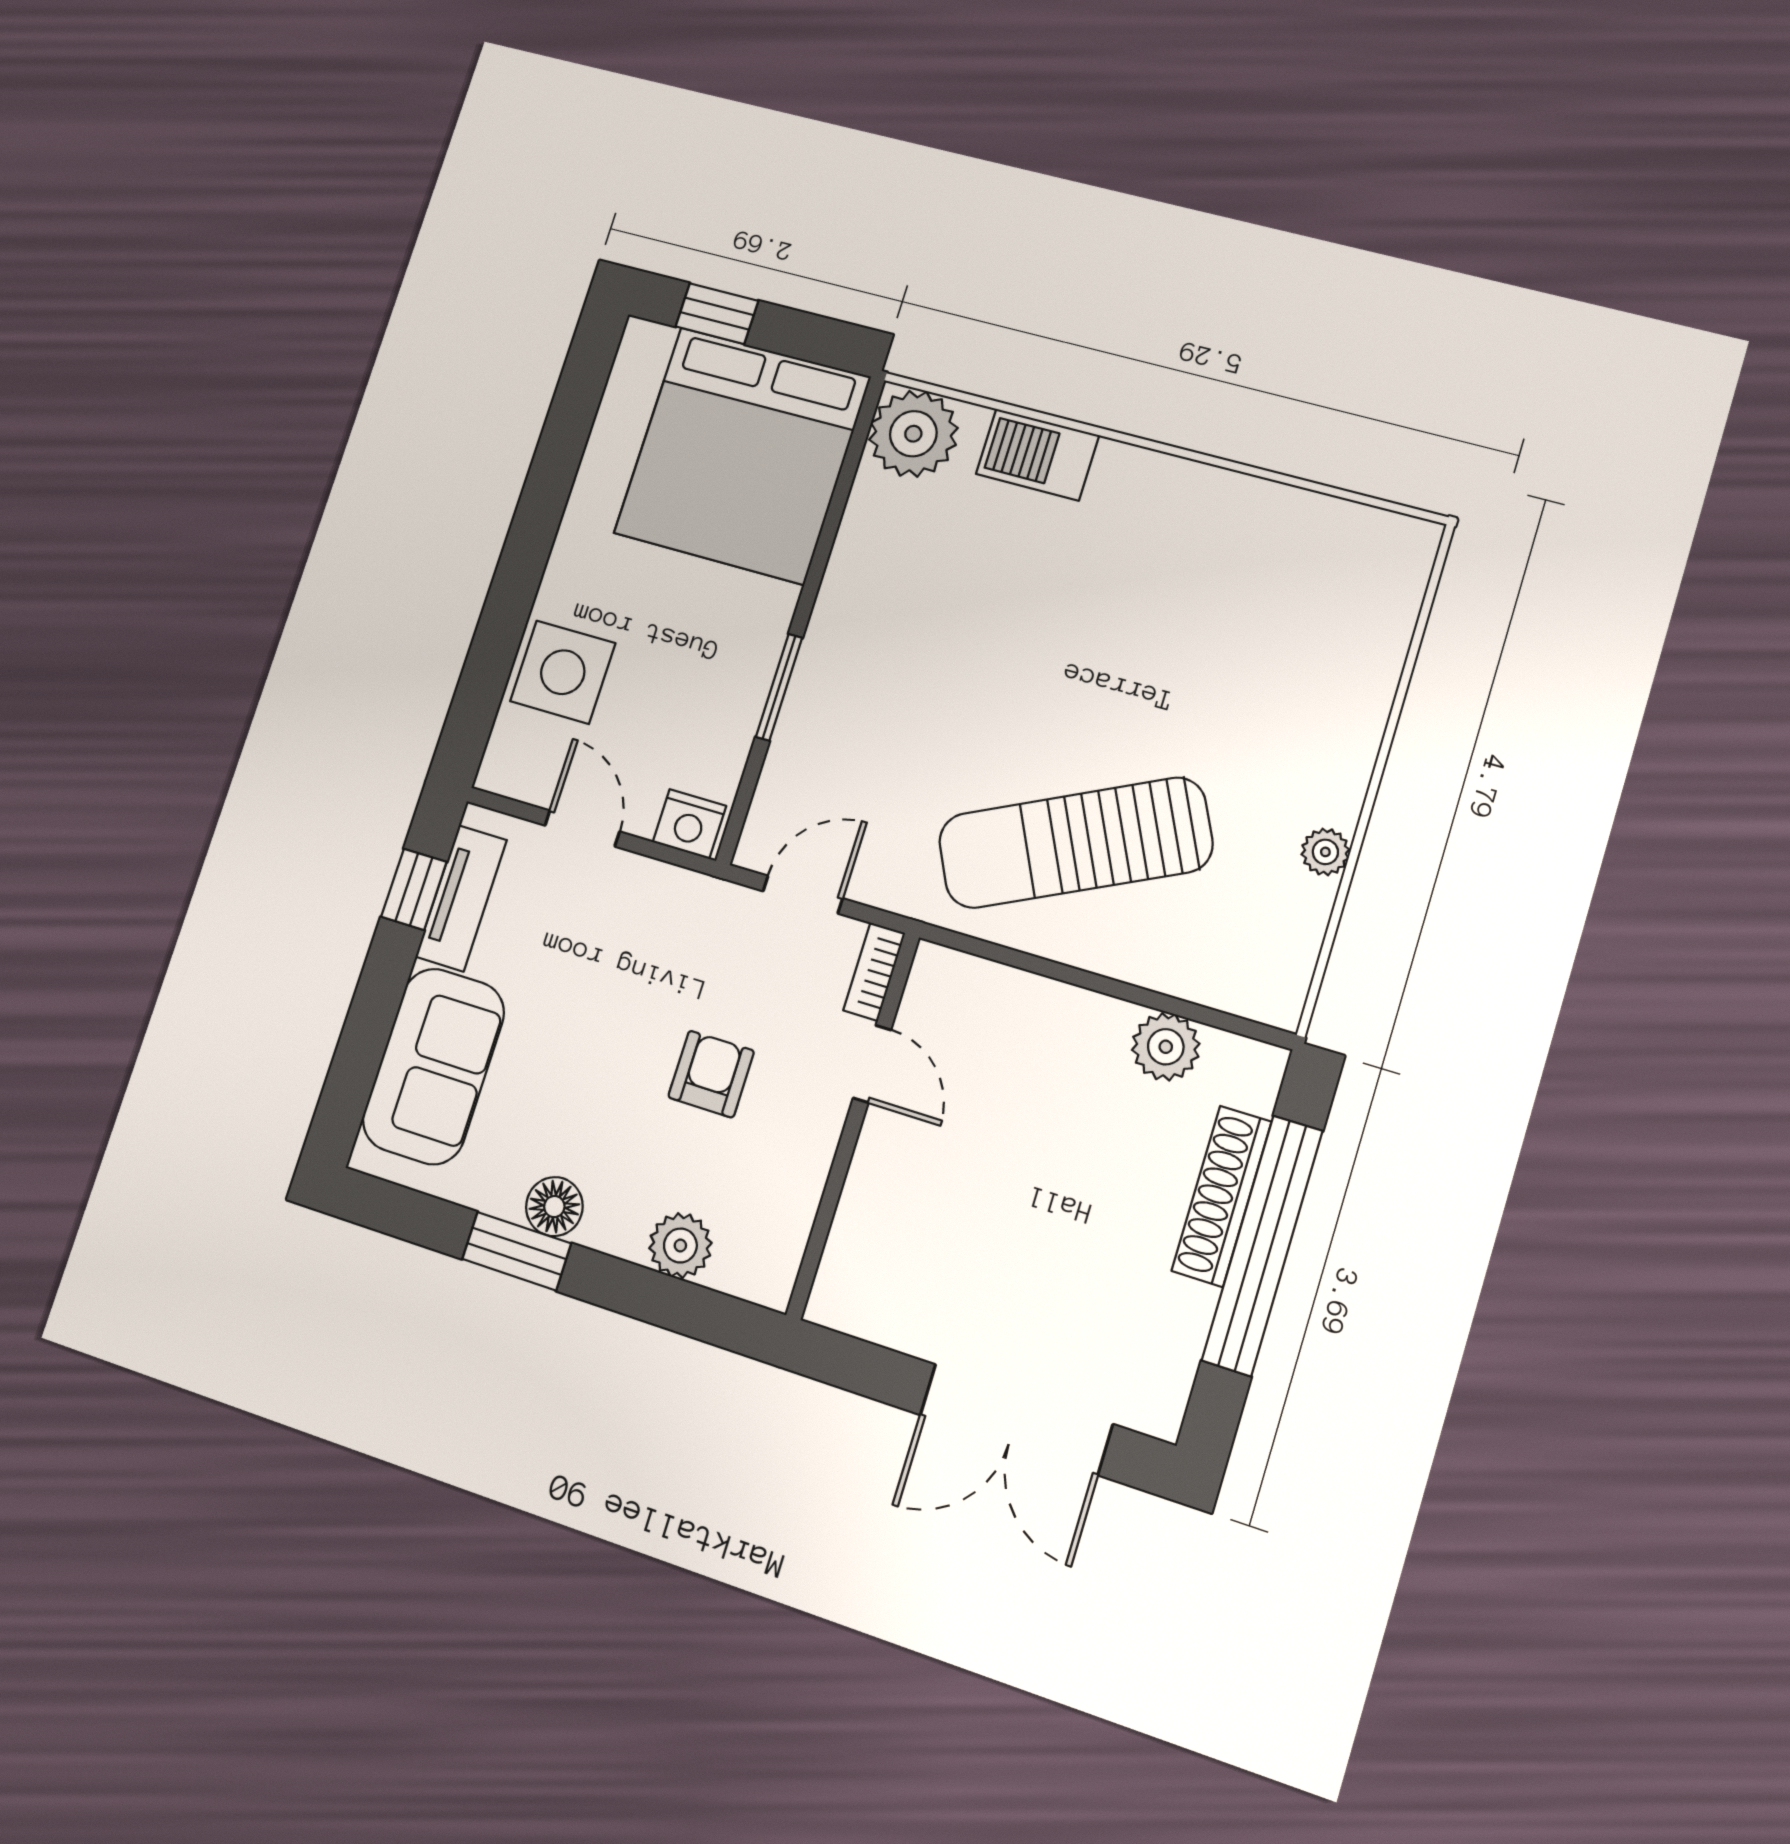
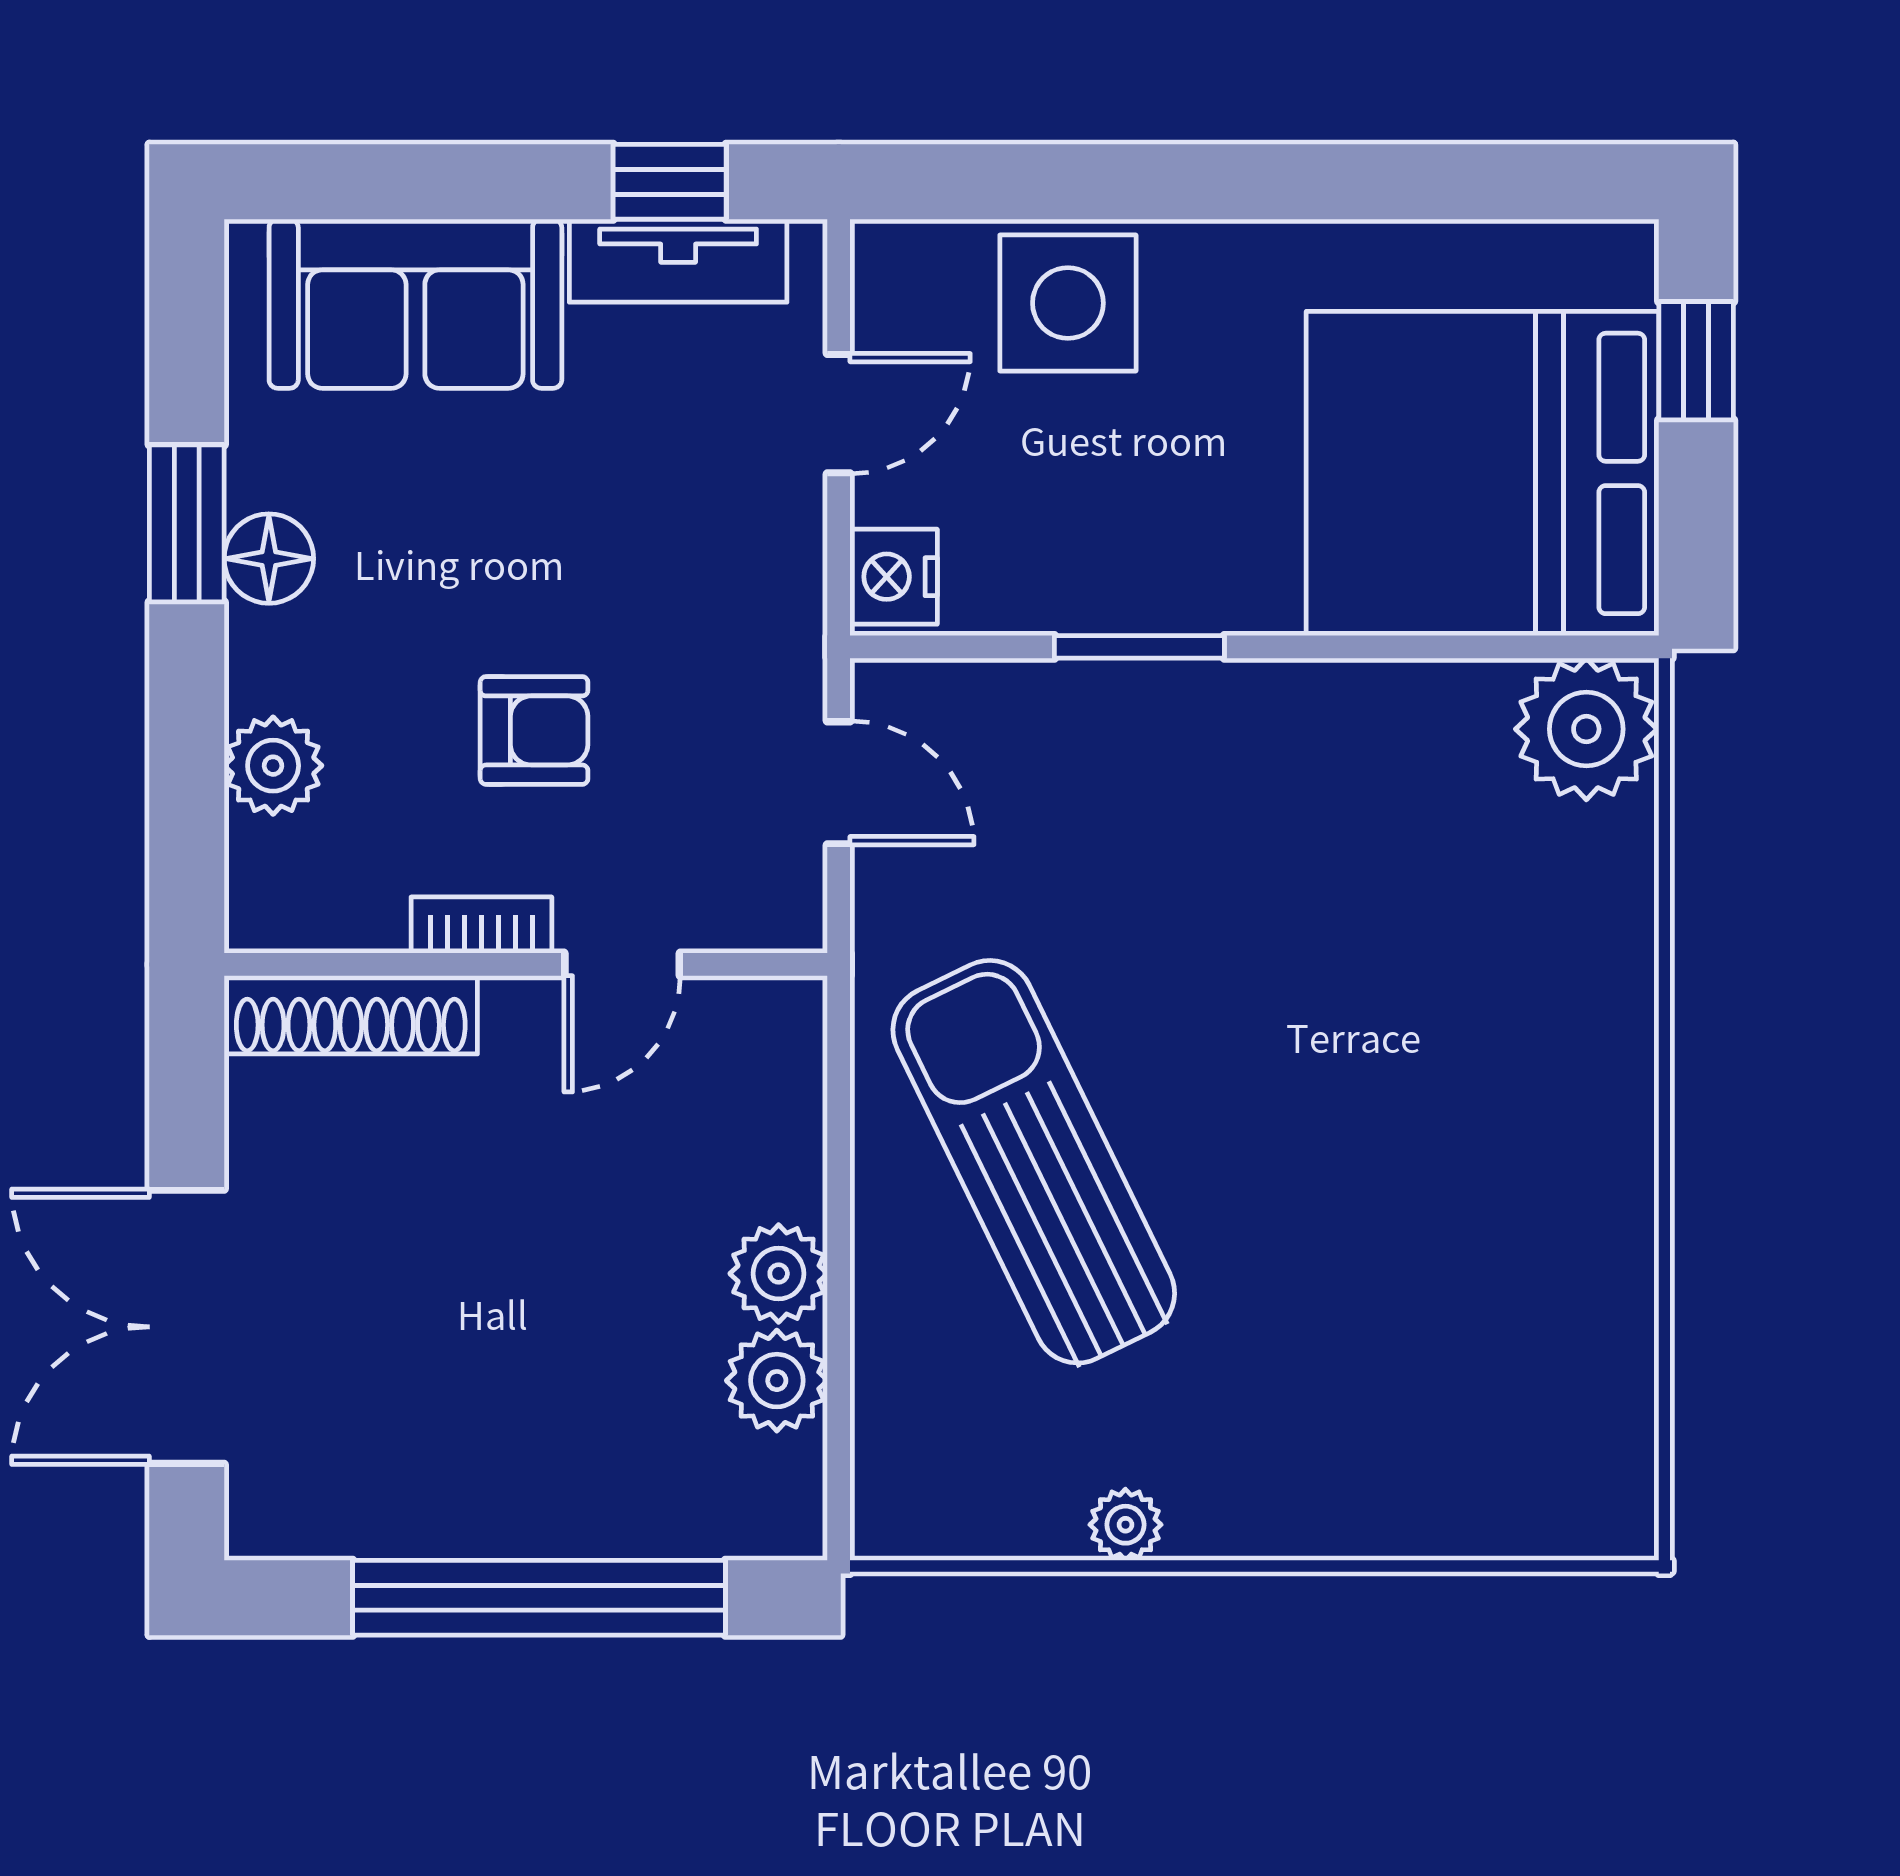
barbecue: (1037, 455) -> (1604, 928), removed
bookcase: (874, 972) -> (481, 925), moved
plant: (1097, 1025) -> (779, 1274), added
shoe rack: (1222, 1196) -> (351, 1015), moved, turned 180

